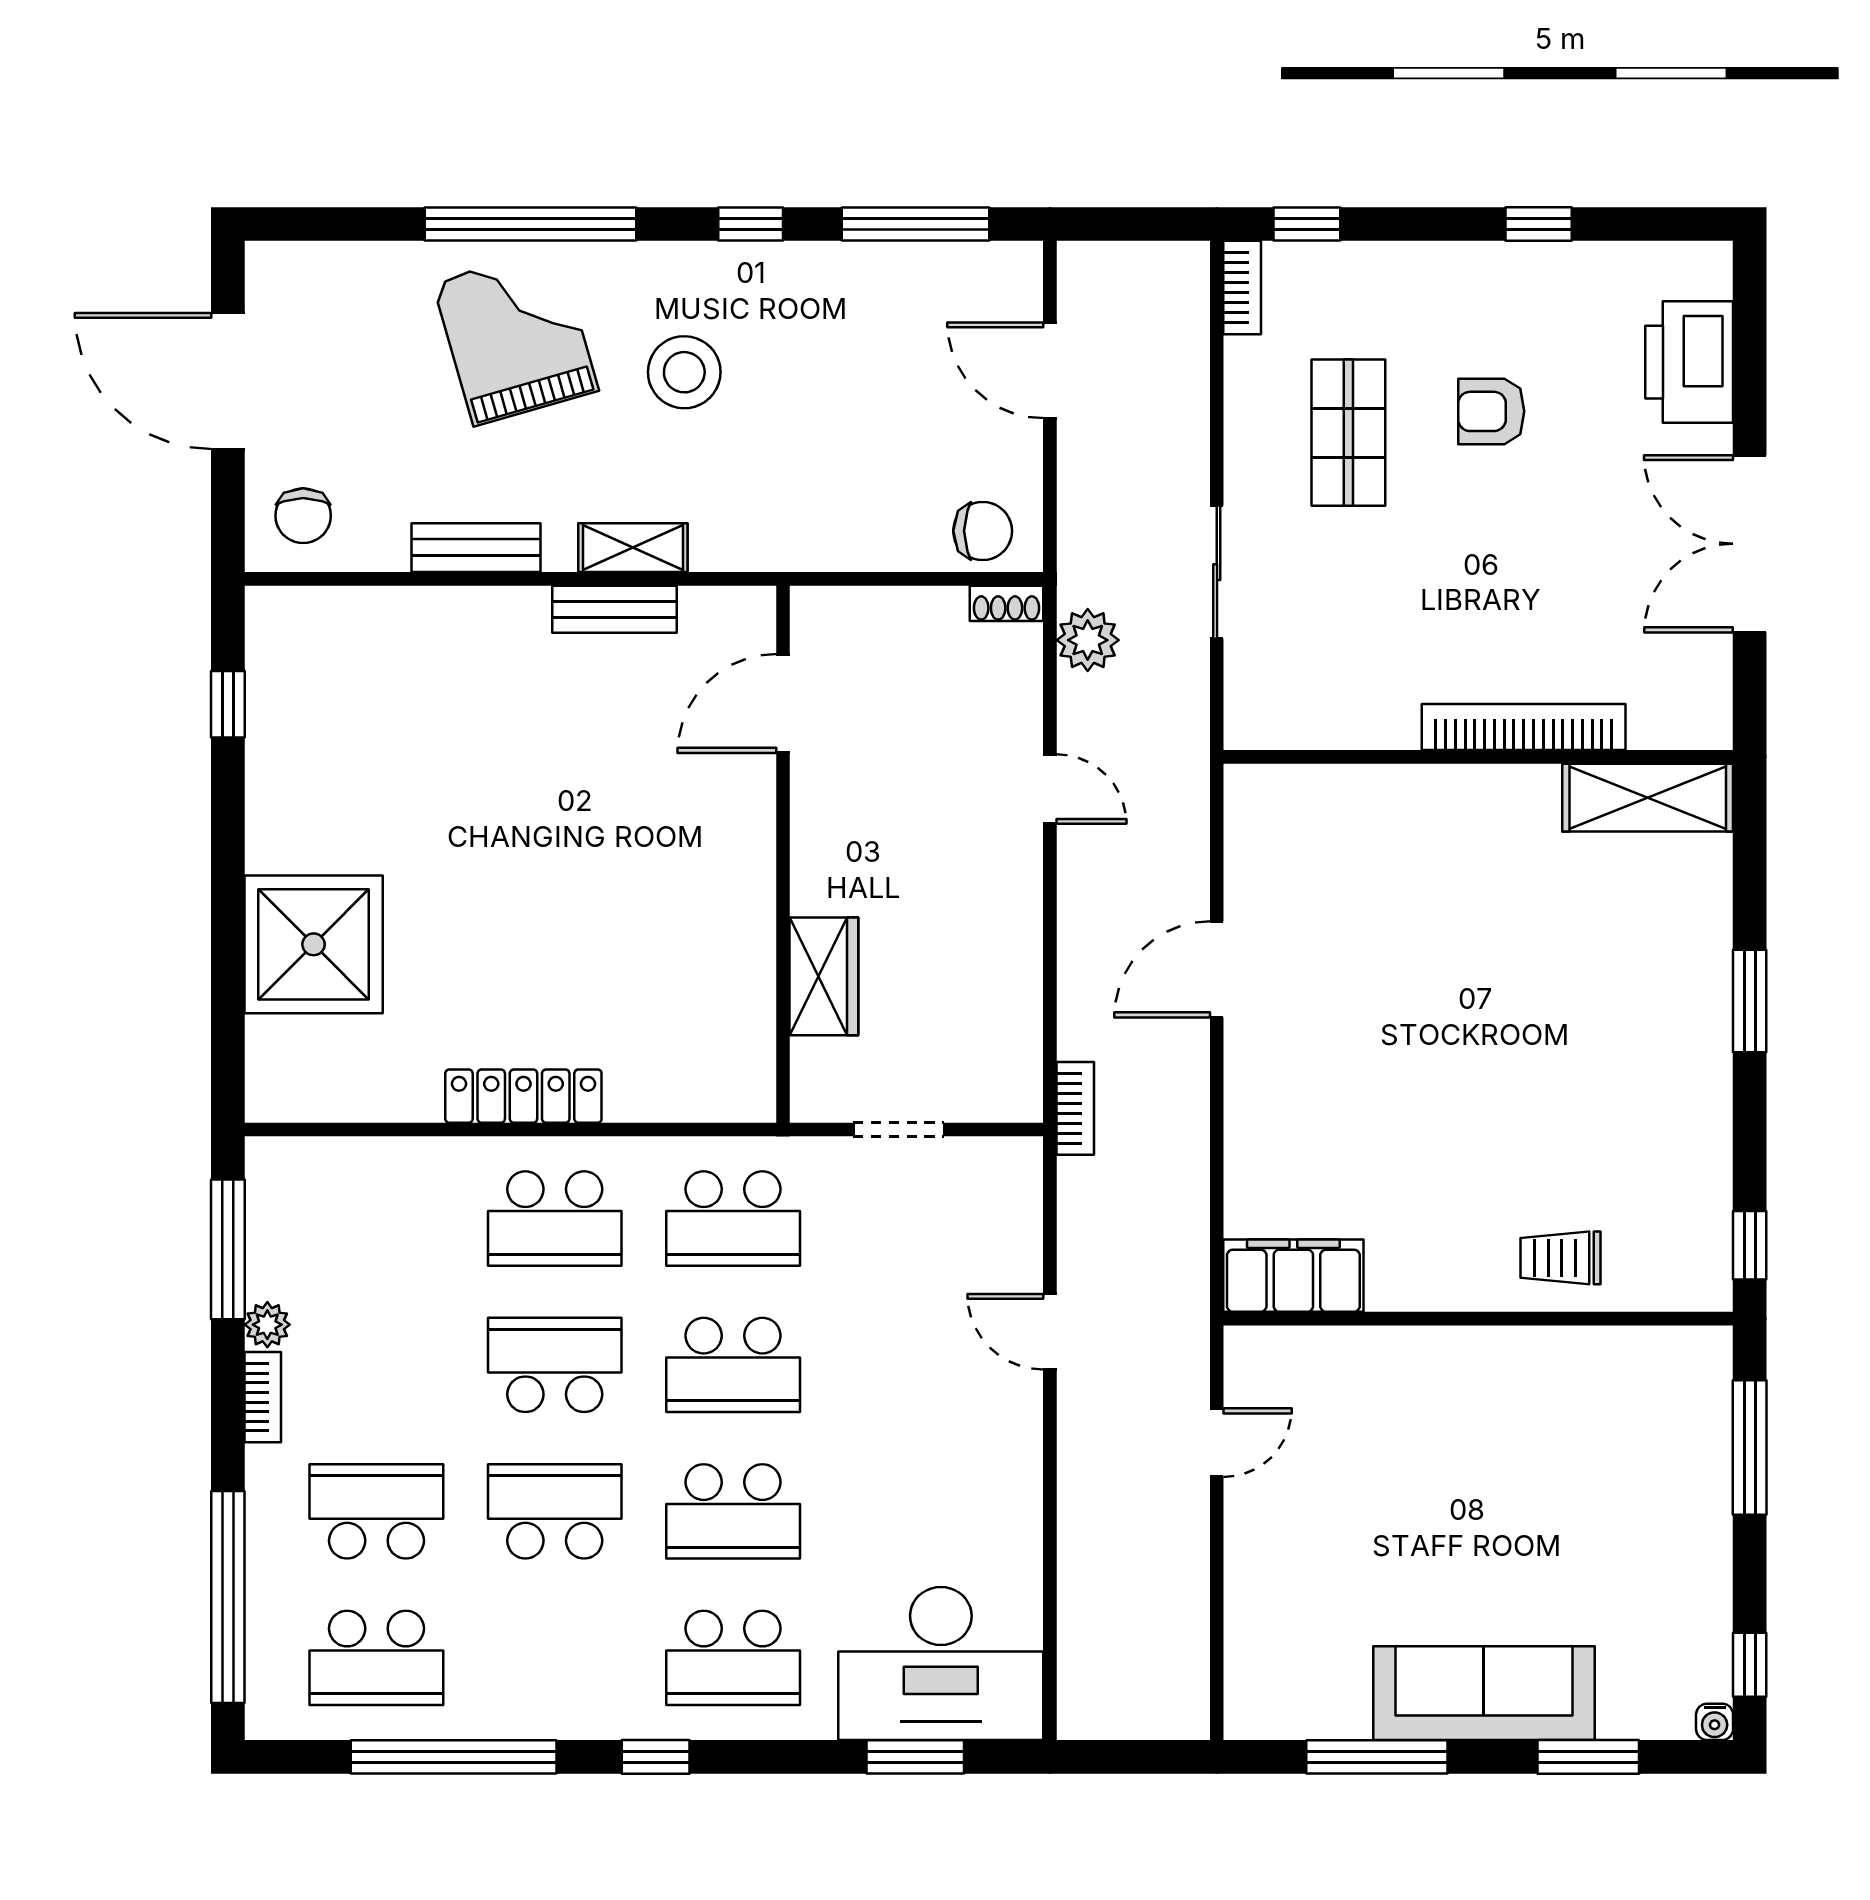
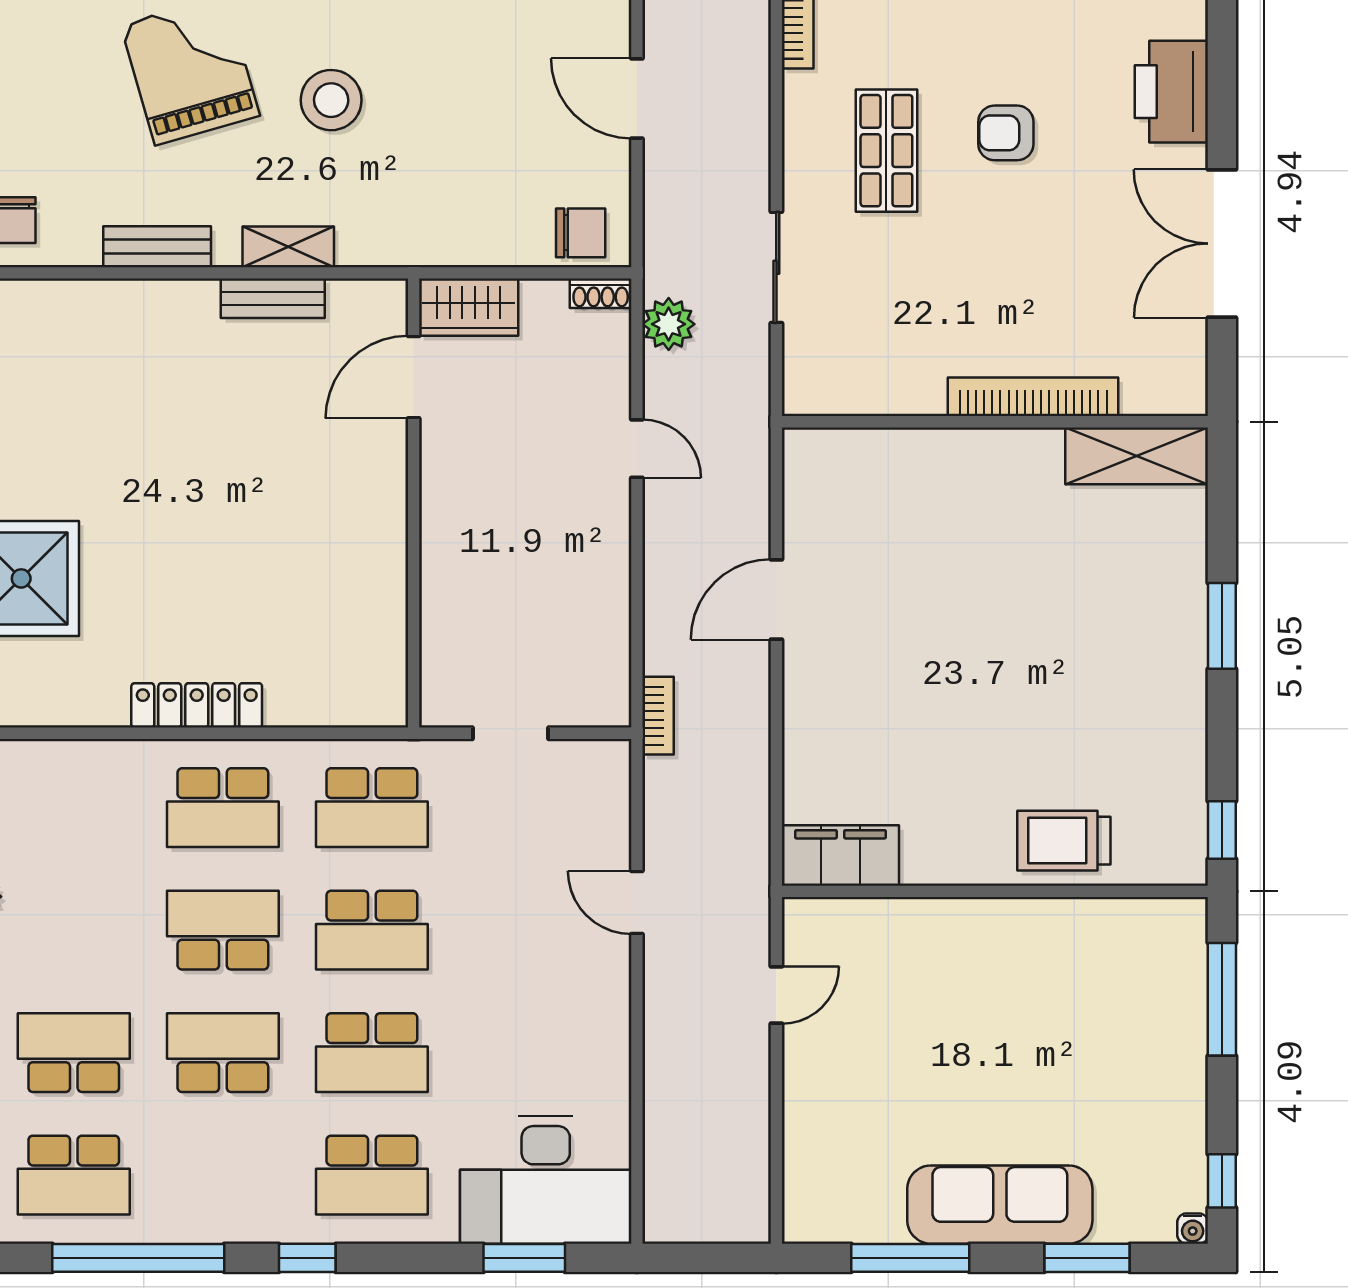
wardrobe: (824, 976) -> (469, 307), moved, turned 90
trolley: (1560, 1258) -> (1064, 841), width x1.36, depth x1.39

